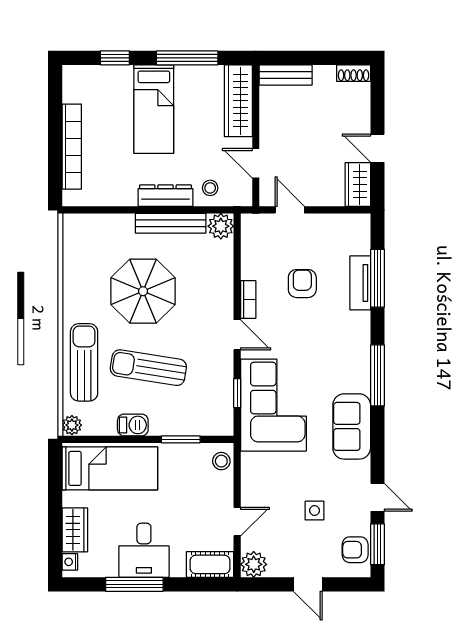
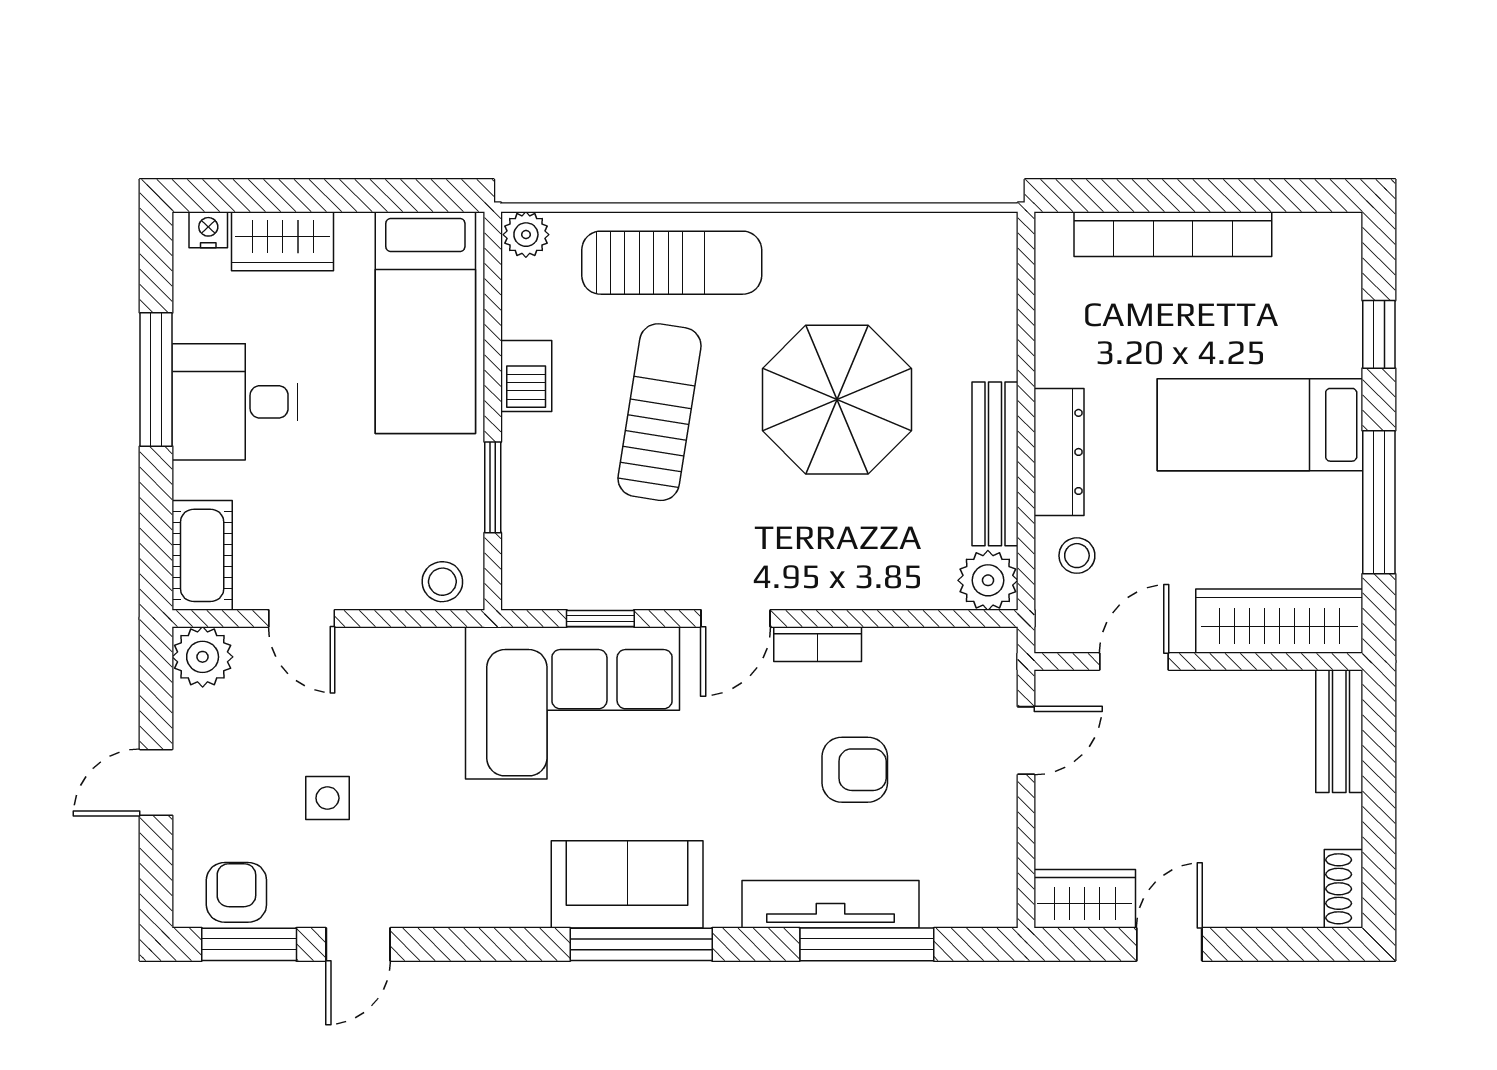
tv unit: (360, 283) -> (831, 904), width x1.41
sofa: (352, 426) -> (627, 884), moved

